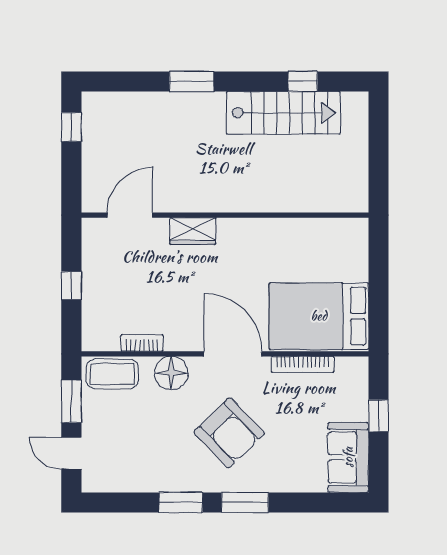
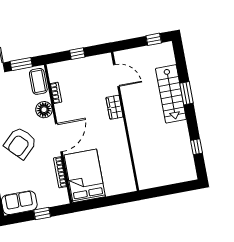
stairs: (283, 113) -> (171, 94), moved

